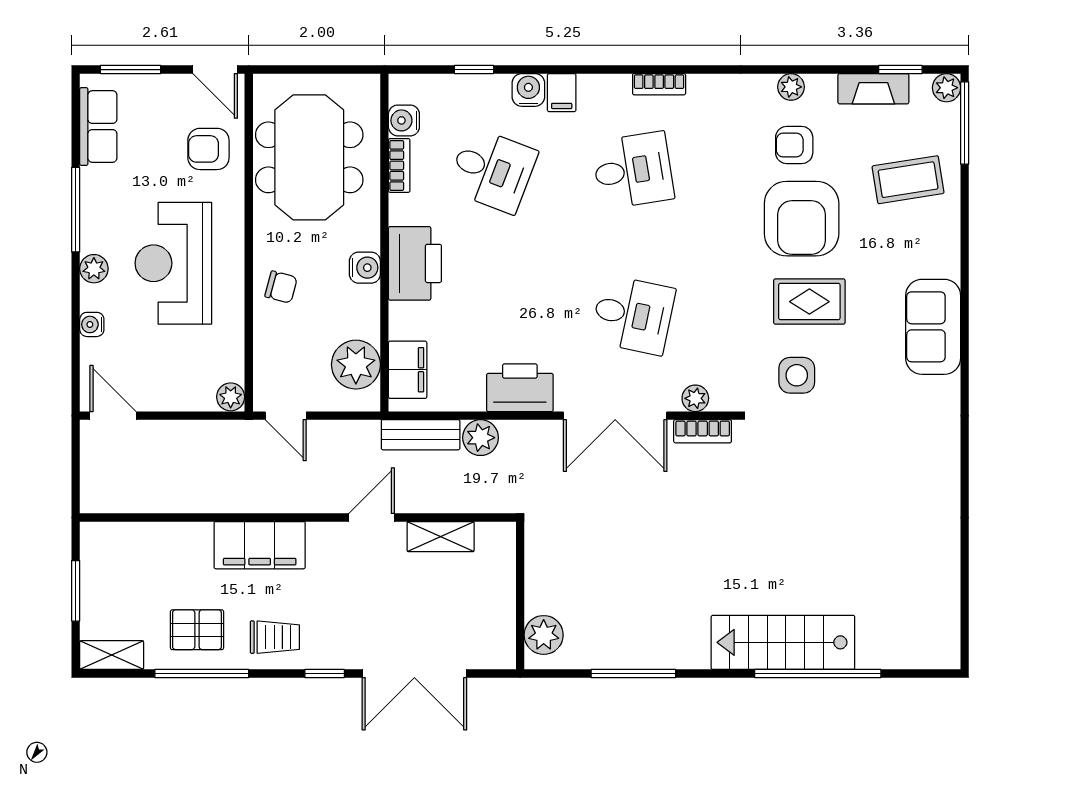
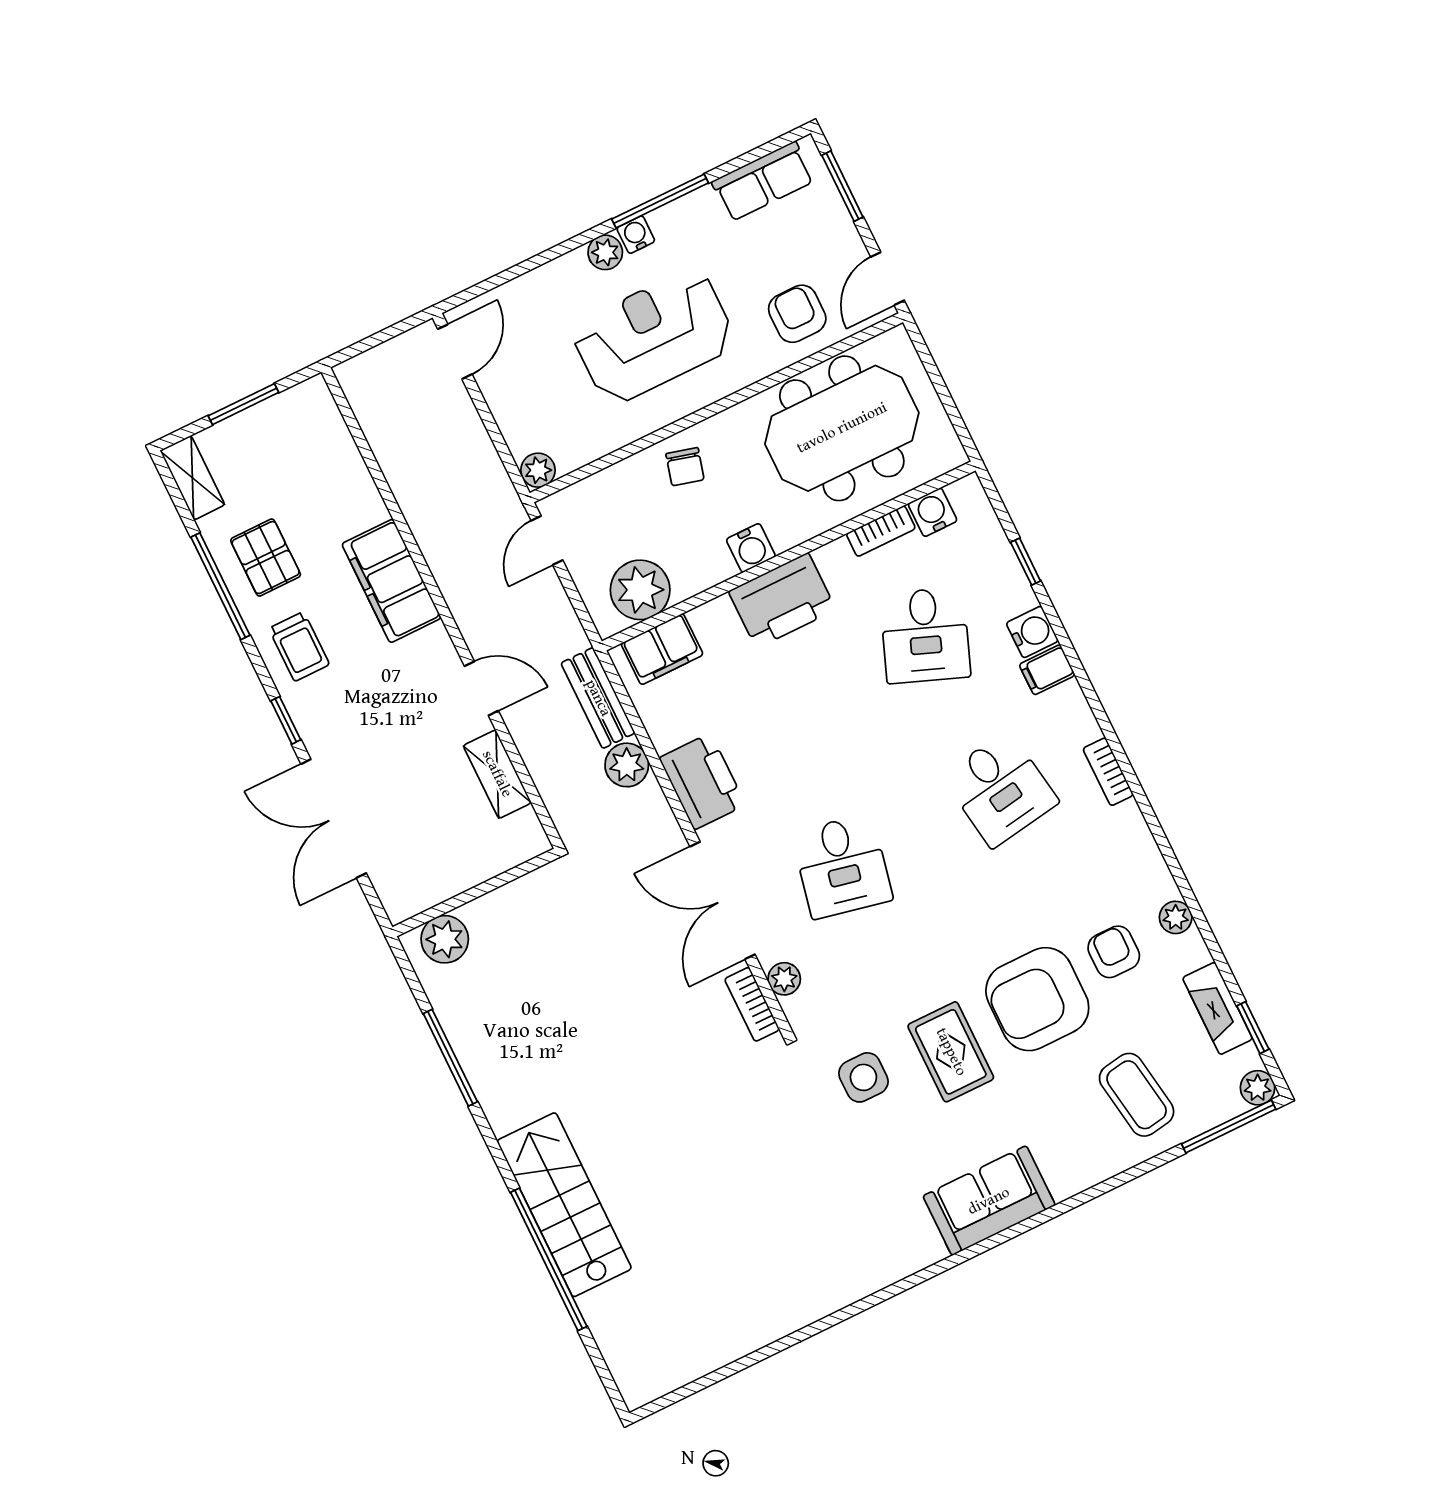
water cooler: (92, 324) -> (636, 235), moved

